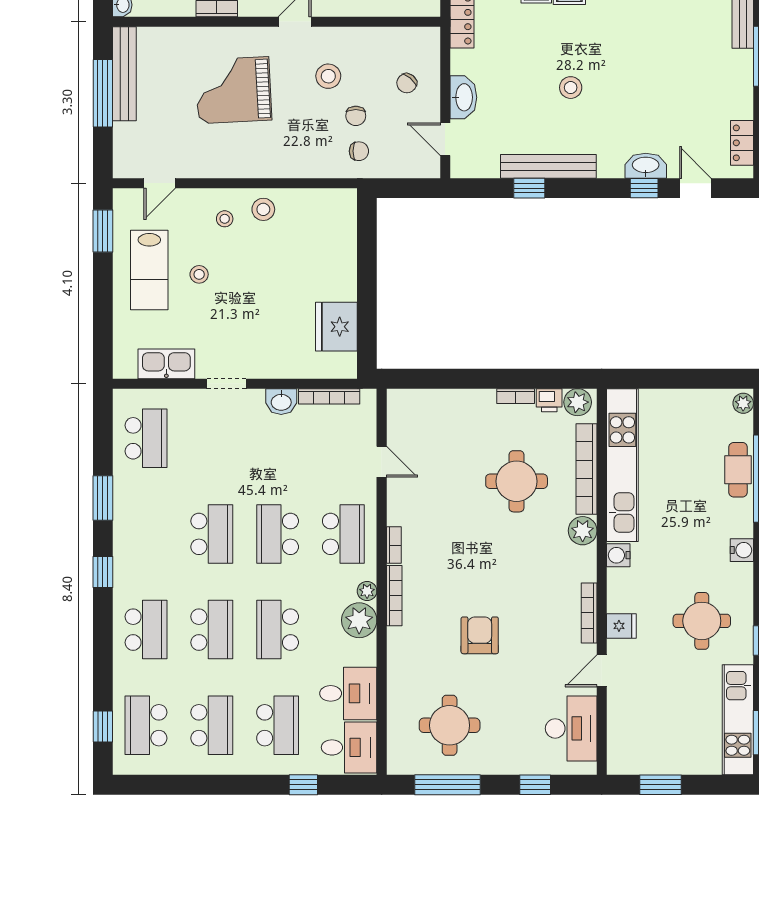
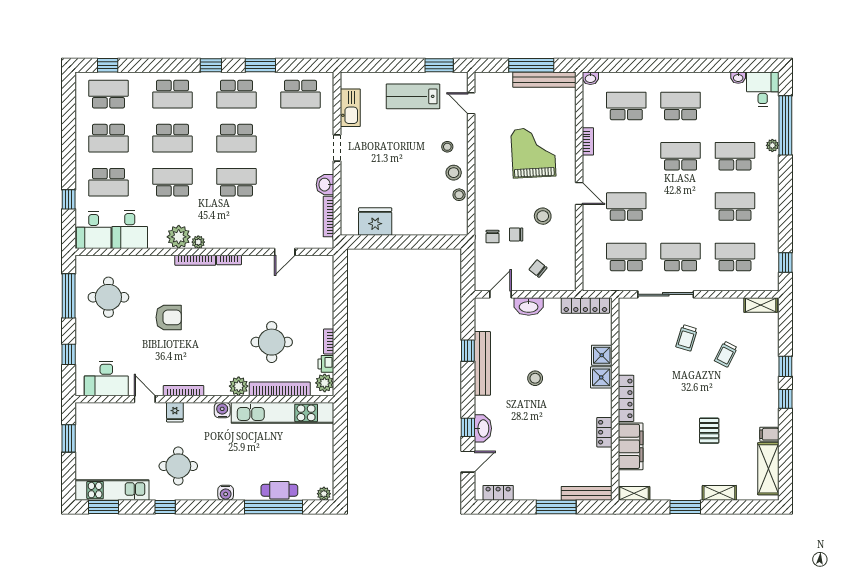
stool: (199, 274) -> (459, 195), moved
school desk: (343, 534) -> (236, 94), moved

